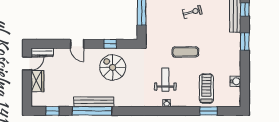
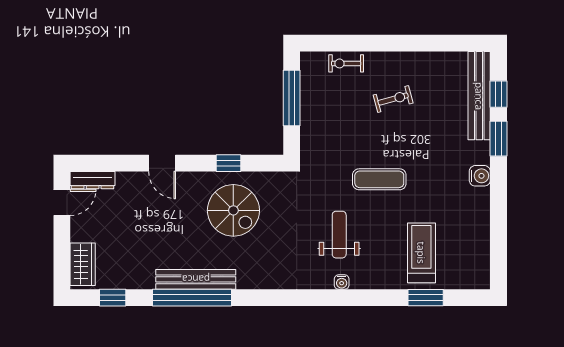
window: (245, 42) -> (498, 139), moved
spiral stairs: (113, 67) -> (233, 210), turned 180
wardrobe: (37, 81) -> (83, 264), moved
water cooler: (235, 81) -> (480, 176), moved

